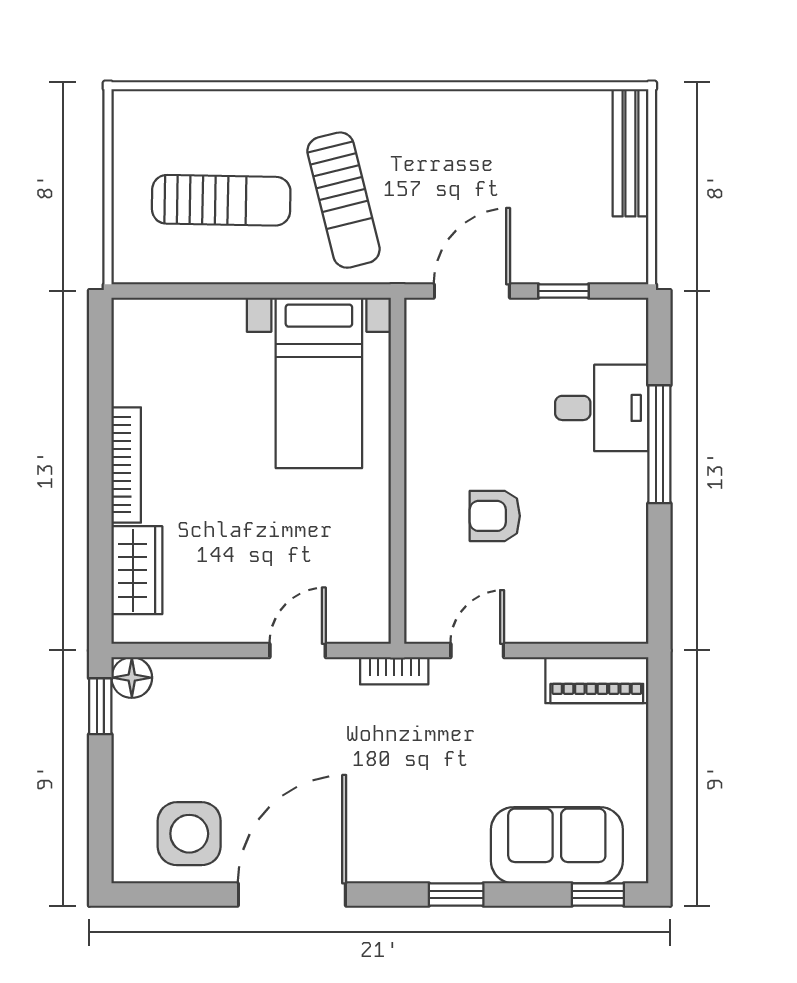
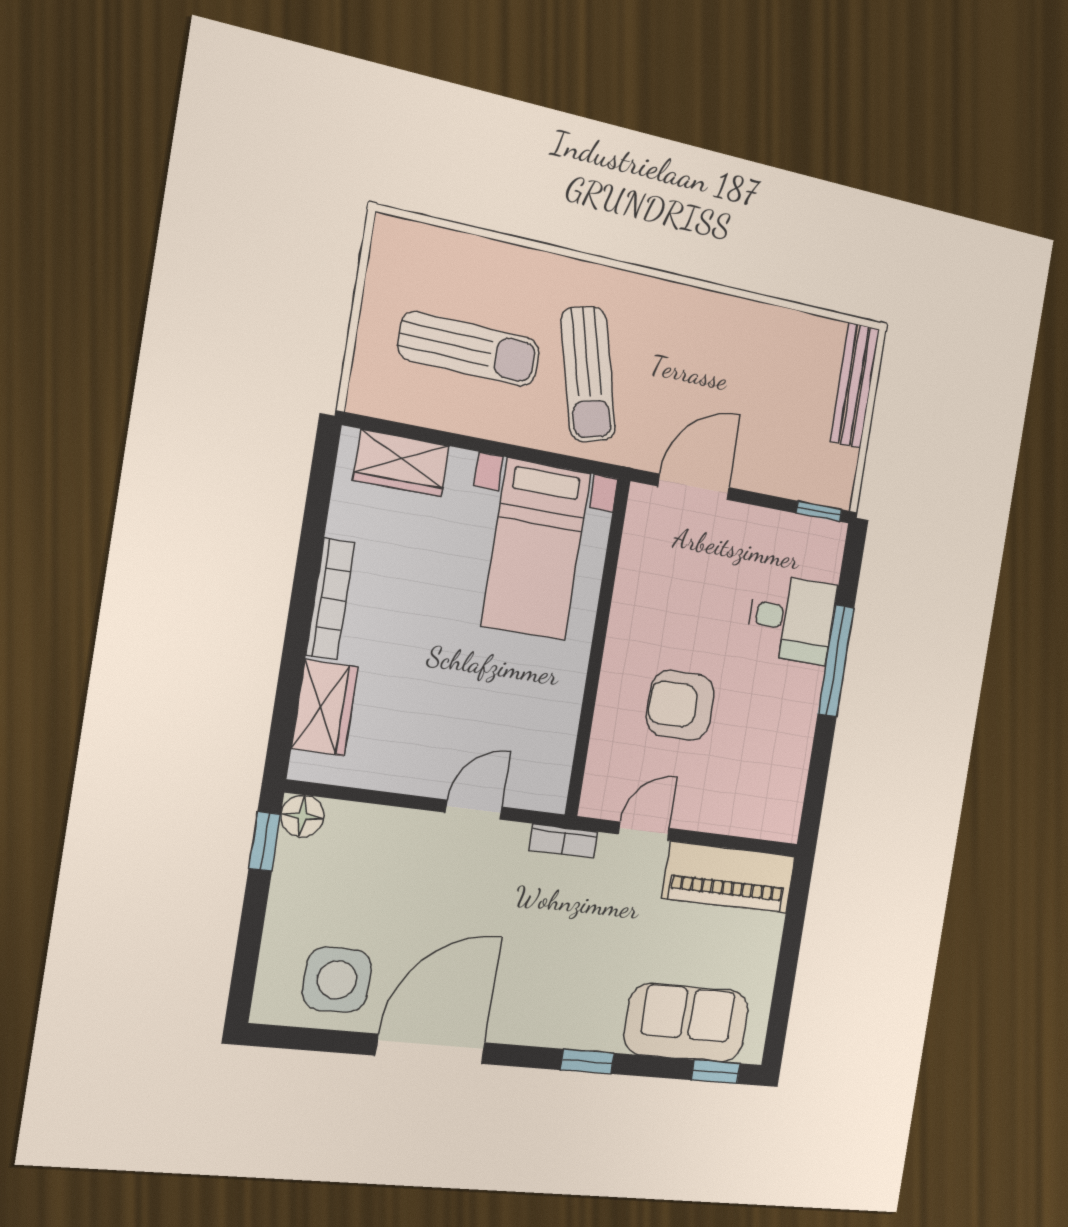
window: (563, 291) -> (819, 511), moved
wardrobe: (173, 323) -> (401, 463), added
armchair: (495, 516) -> (680, 705), width x1.38, depth x1.38
piano: (597, 680) -> (729, 877), width x1.37, depth x1.33

